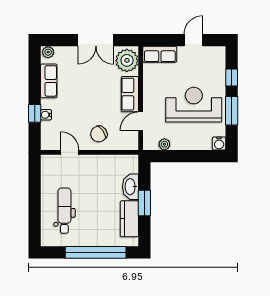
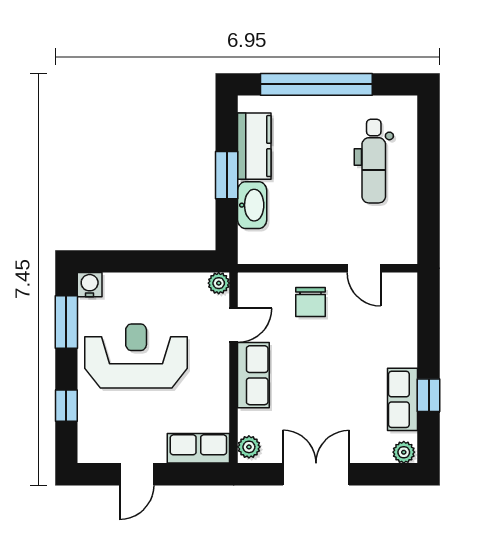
plant: (127, 60) -> (249, 447), width x0.53, depth x0.53
reception desk: (194, 105) -> (136, 356), turned 180
window: (232, 111) -> (66, 322), moved
window: (35, 113) -> (429, 395), moved
water cooler: (46, 115) -> (408, 337), removed
chair: (99, 134) -> (310, 302), turned 125
plant: (164, 144) -> (219, 283), moved

